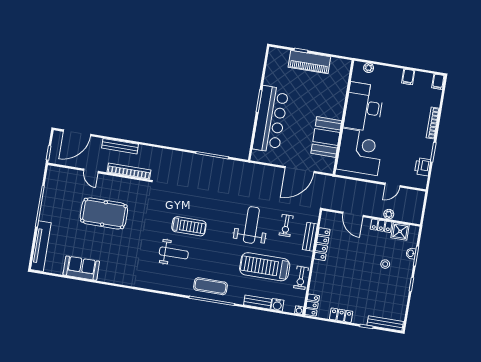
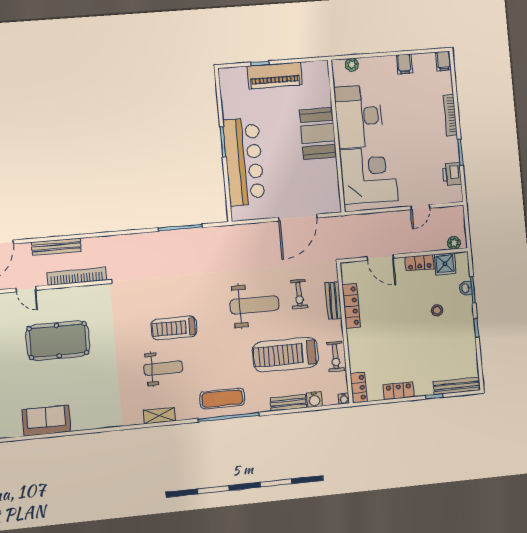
booth: (326, 137) -> (318, 133), moved
plant: (389, 214) -> (454, 243), moved
weight bench: (251, 225) -> (254, 305), turned 90
treadmill: (189, 226) -> (174, 328), turned 180
shelving: (162, 286) -> (160, 416), added

